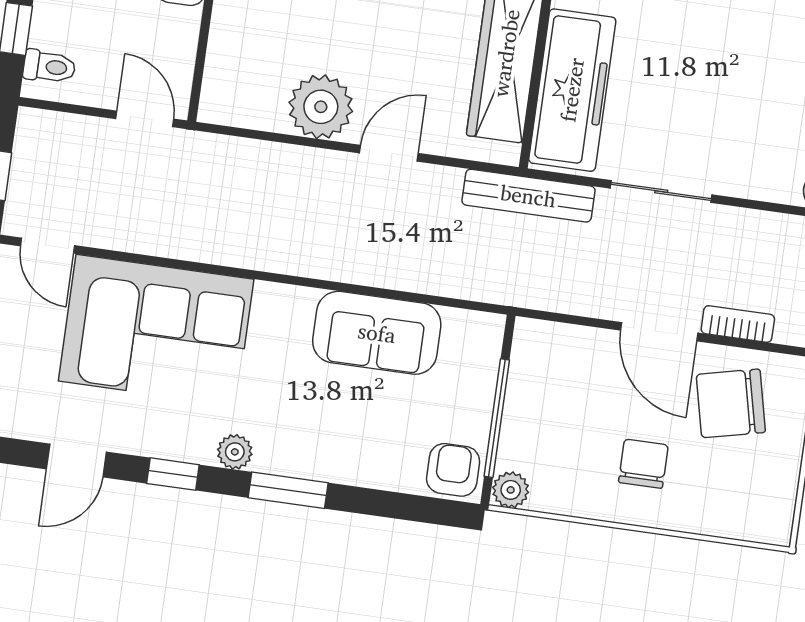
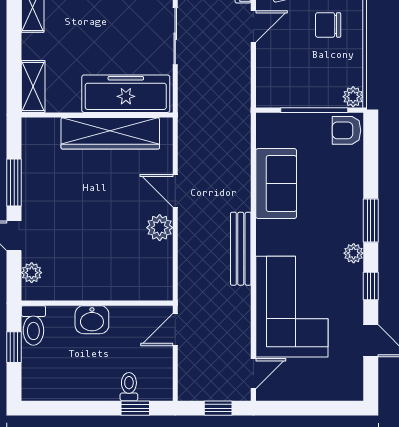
toilet: (49, 67) -> (129, 387), moved
plant: (321, 107) -> (160, 228), width x0.73, depth x0.73
bench: (528, 196) -> (241, 249), moved
door: (659, 332) -> (253, 26), width x0.73

